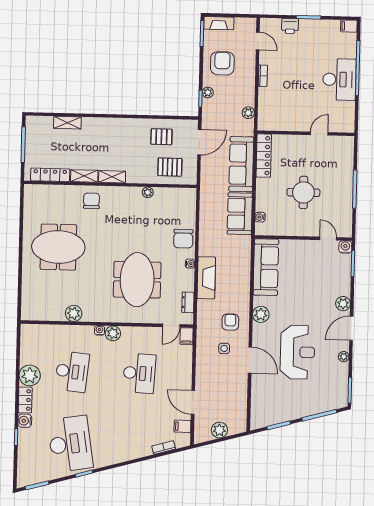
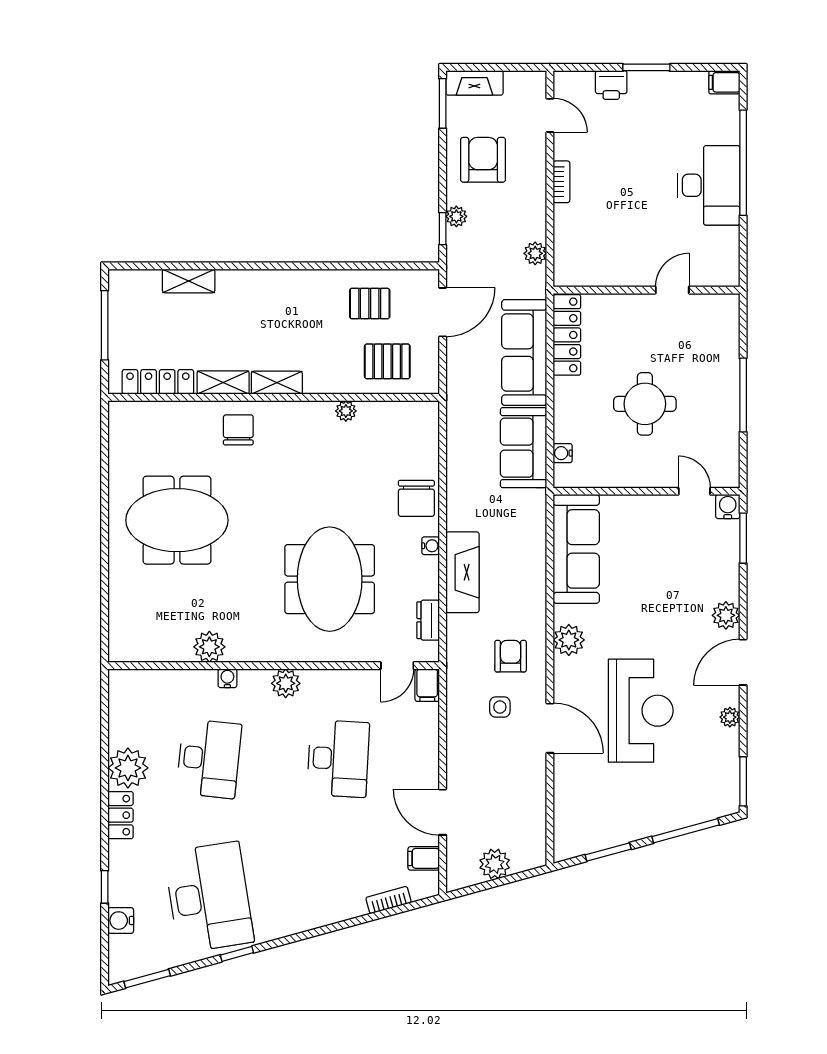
water cooler: (99, 330) -> (227, 678), moved
water cooler: (25, 421) -> (121, 921), moved

